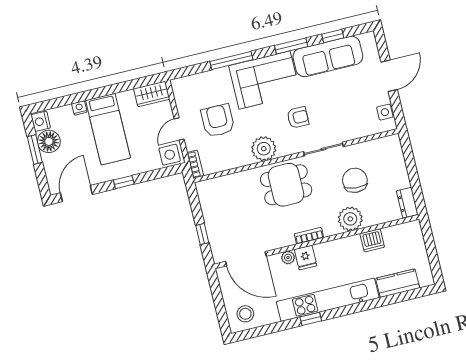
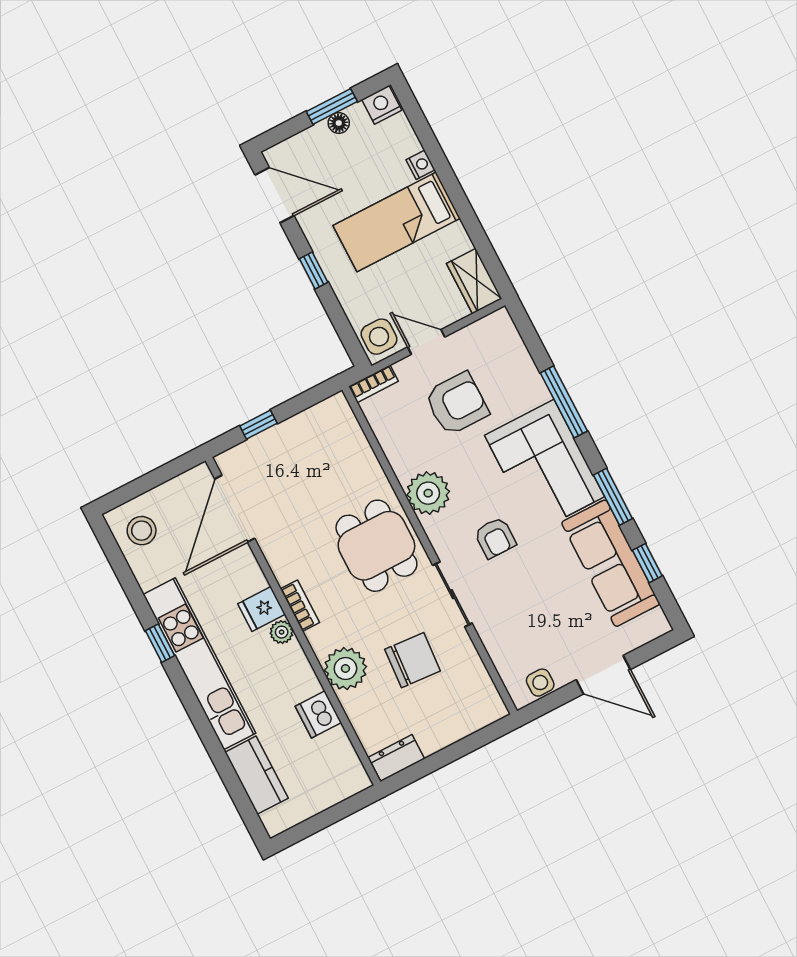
floor lamp: (49, 141) -> (339, 123), width x0.53, depth x0.53
plant: (288, 258) -> (282, 632), moved

